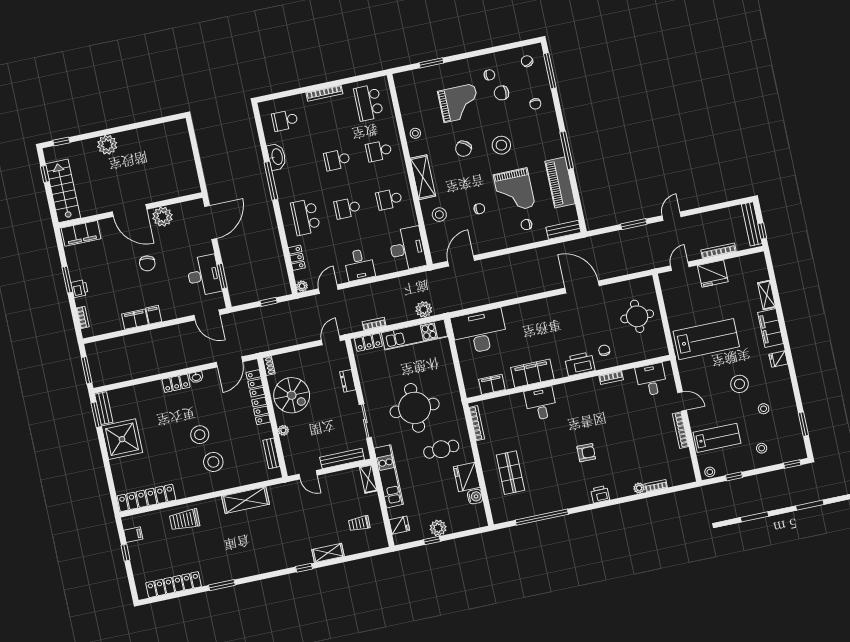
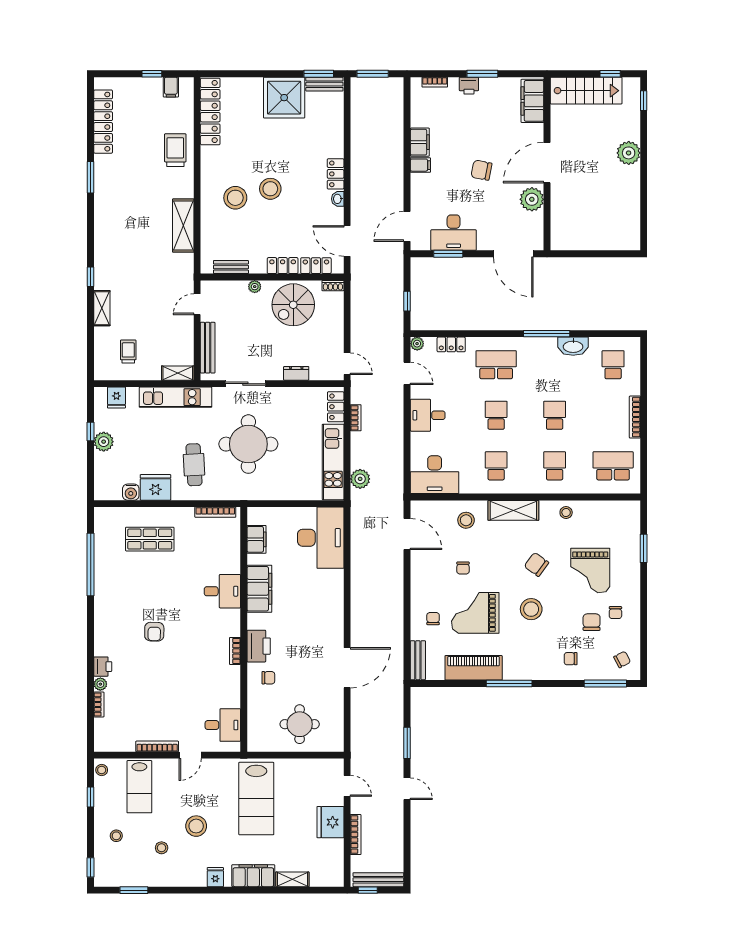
bookcase: (611, 378) -> (235, 651), moved
printer: (600, 494) -> (103, 667), moved

